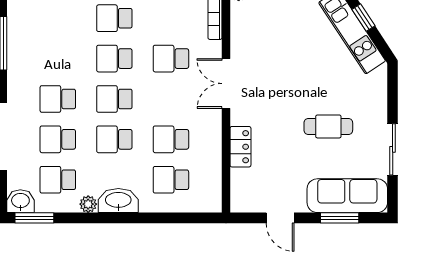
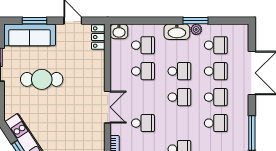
school desk: (114, 59) -> (216, 123), moved
cafe table: (328, 126) -> (42, 79), width x1.37, depth x1.35
locker: (240, 147) -> (98, 37), moved
washbasin: (20, 201) -> (119, 31), moved
window: (34, 218) -> (195, 21), moved

